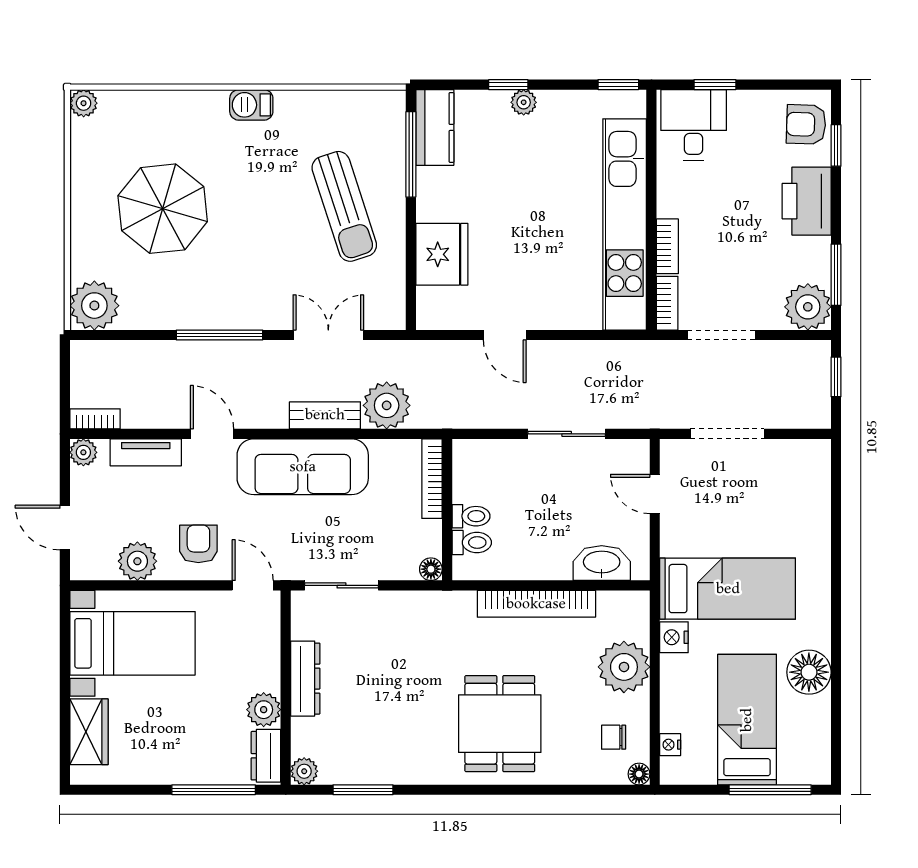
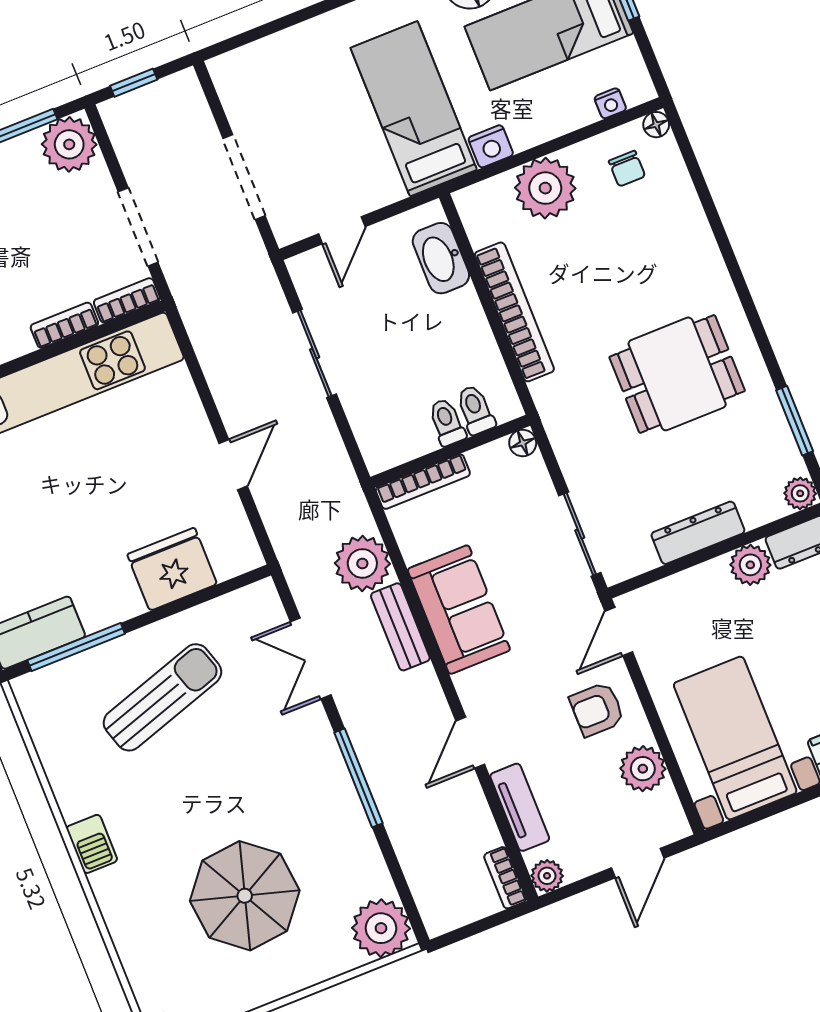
sofa: (303, 467) -> (459, 610), width x0.73
dining table: (500, 724) -> (677, 374), moved

